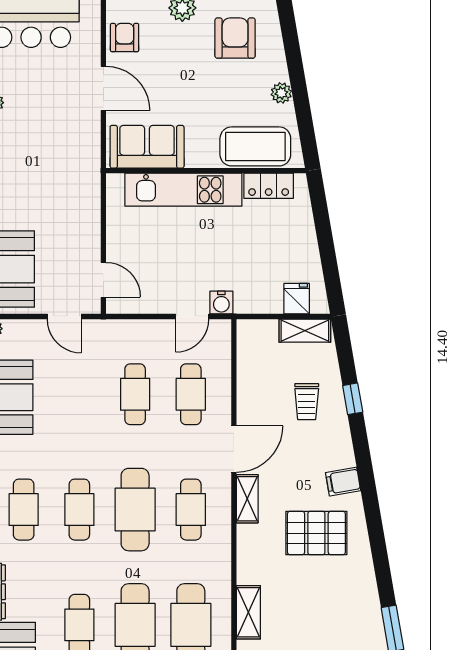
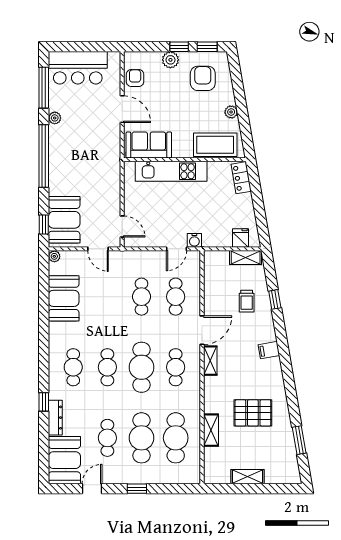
locker: (269, 186) -> (241, 178), moved, turned 80
pallet: (316, 533) -> (253, 413), moved

